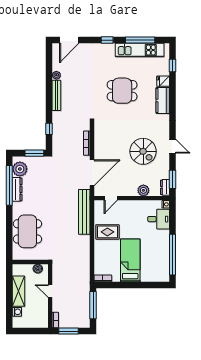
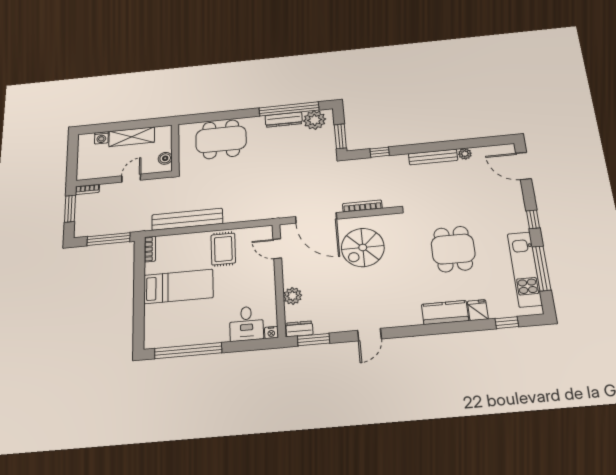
spiral stairs: (143, 151) -> (363, 247), moved
bench: (84, 212) -> (187, 219), moved

